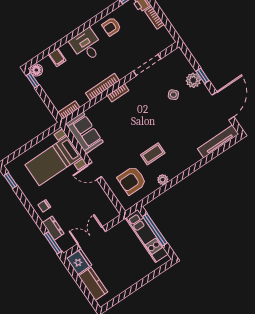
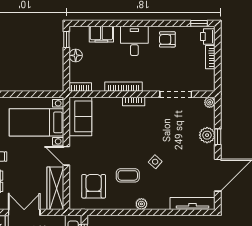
plant: (178, 53) -> (210, 102), added
filing cabinet: (57, 57) -> (101, 34), width x2.00
floor lamp: (36, 70) -> (76, 55), moved
side table: (173, 95) -> (155, 162), moved
armchair: (132, 180) -> (94, 186), turned 90
plant: (163, 180) -> (141, 204), moved
wardrobe: (103, 202) -> (55, 188), added

